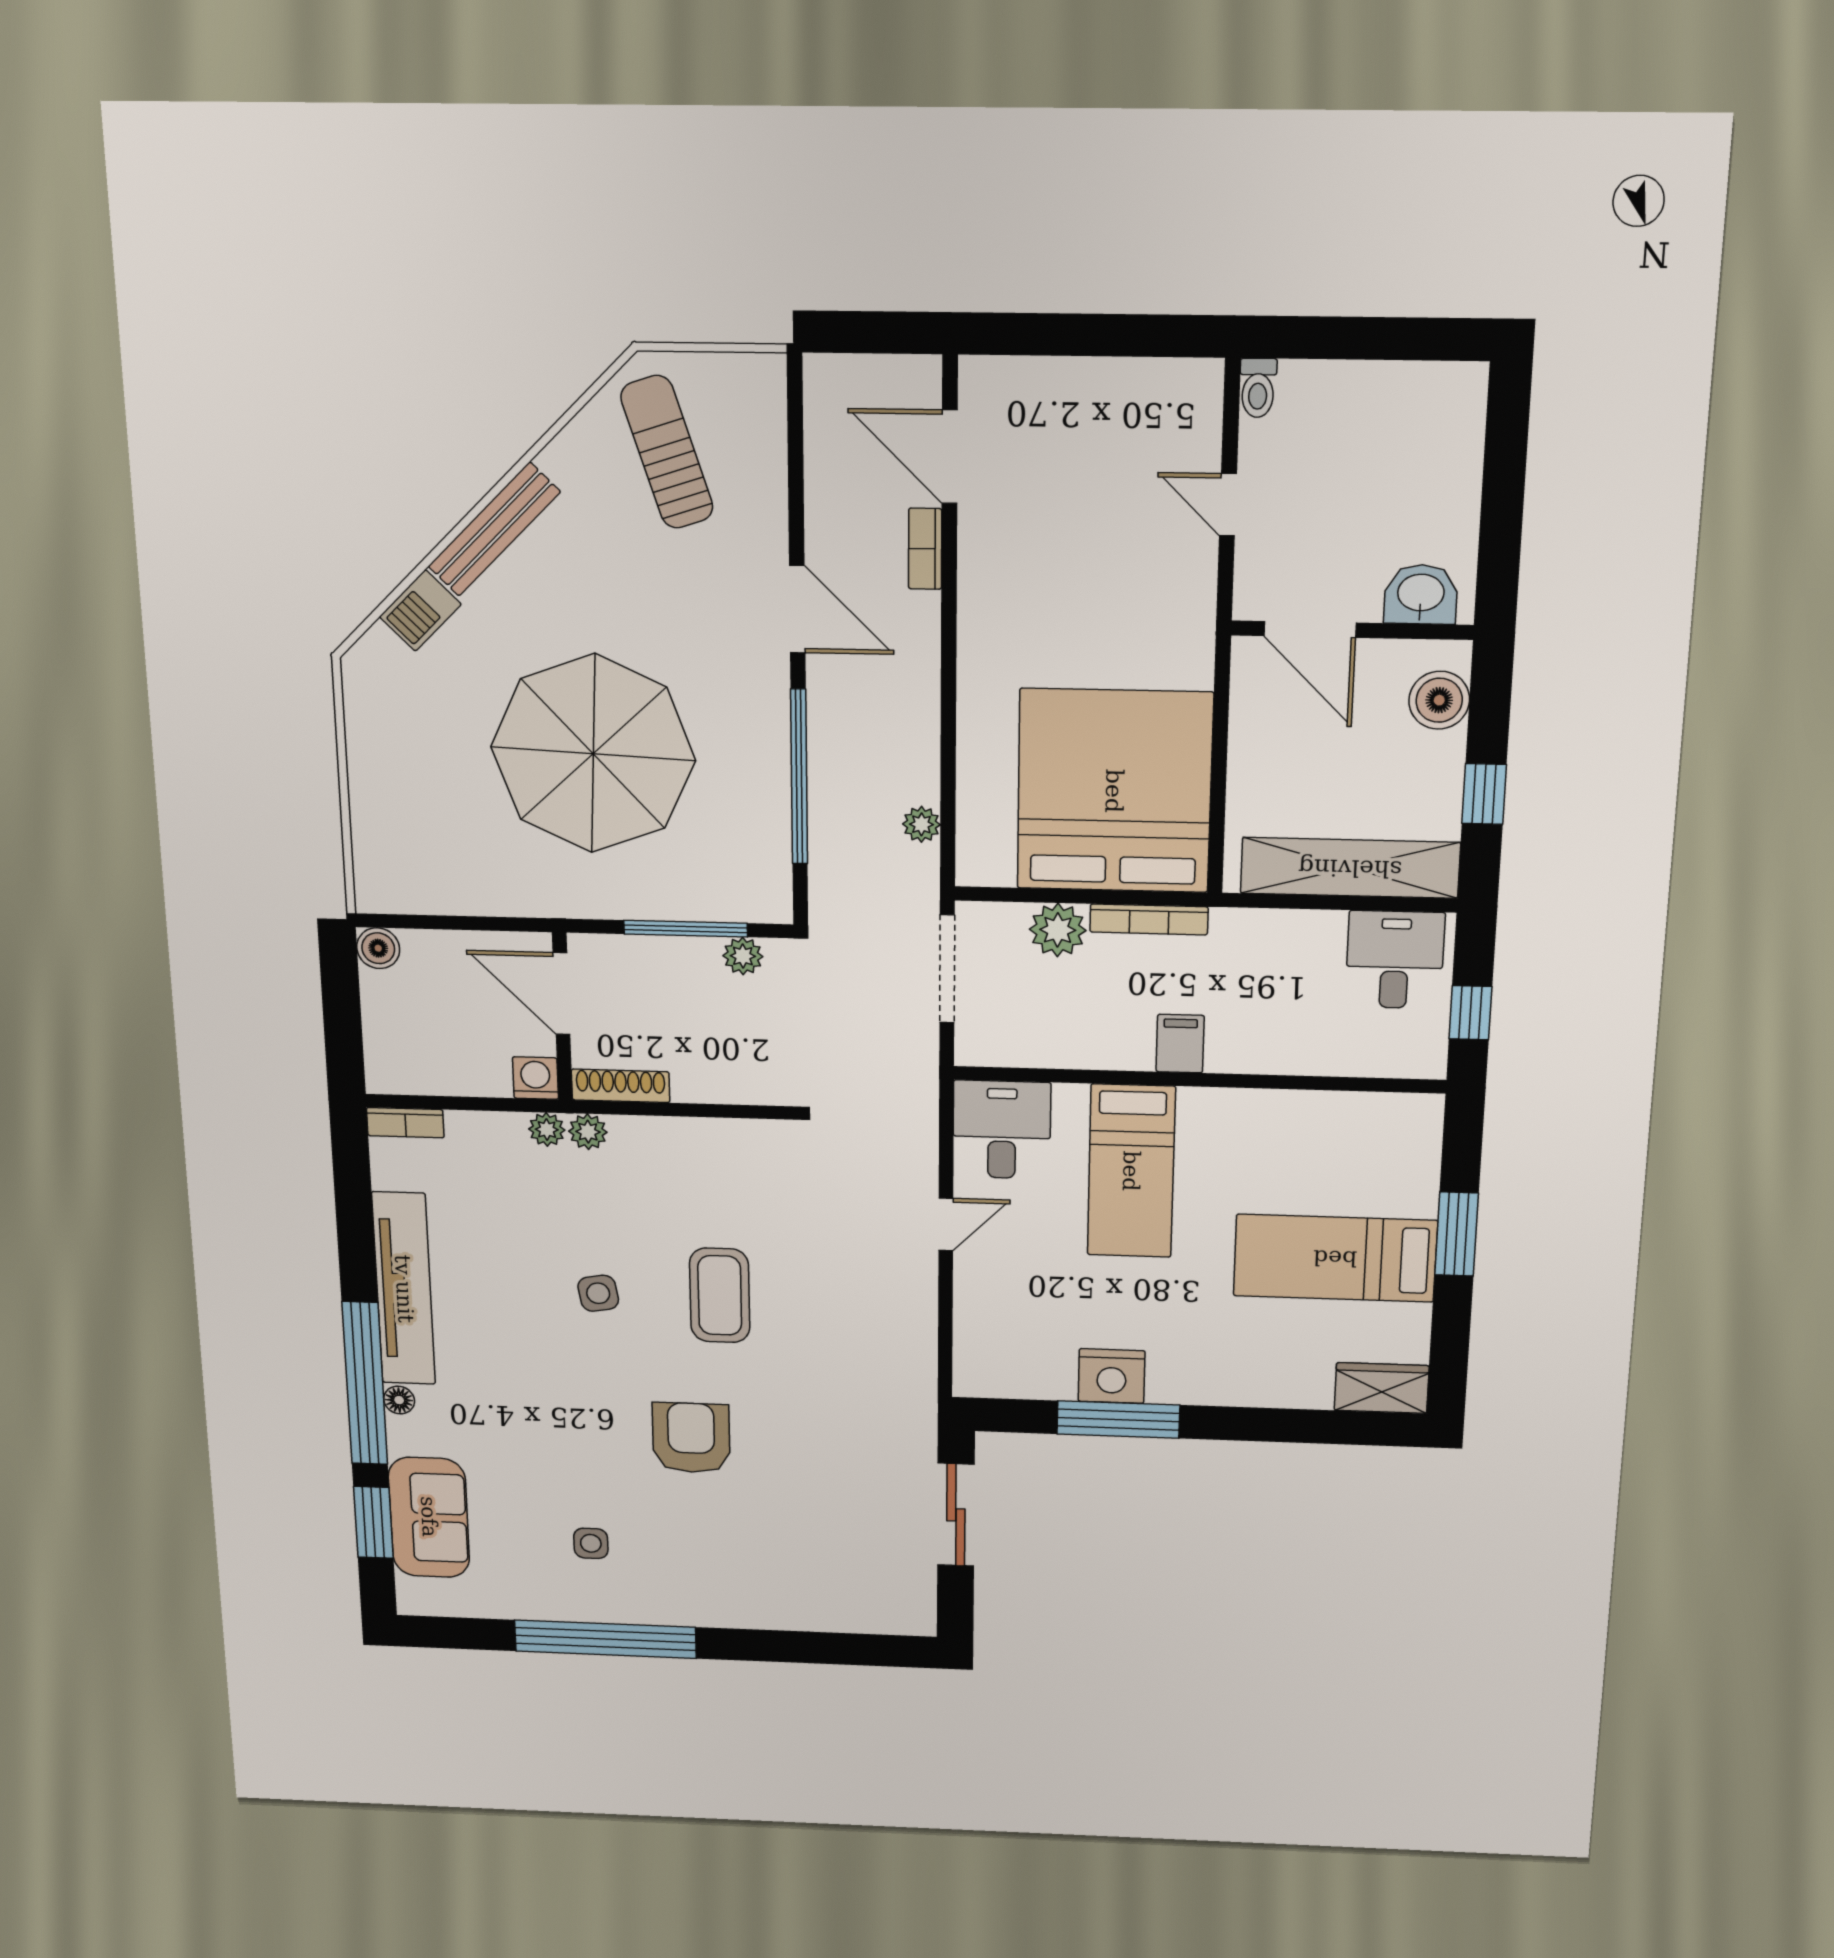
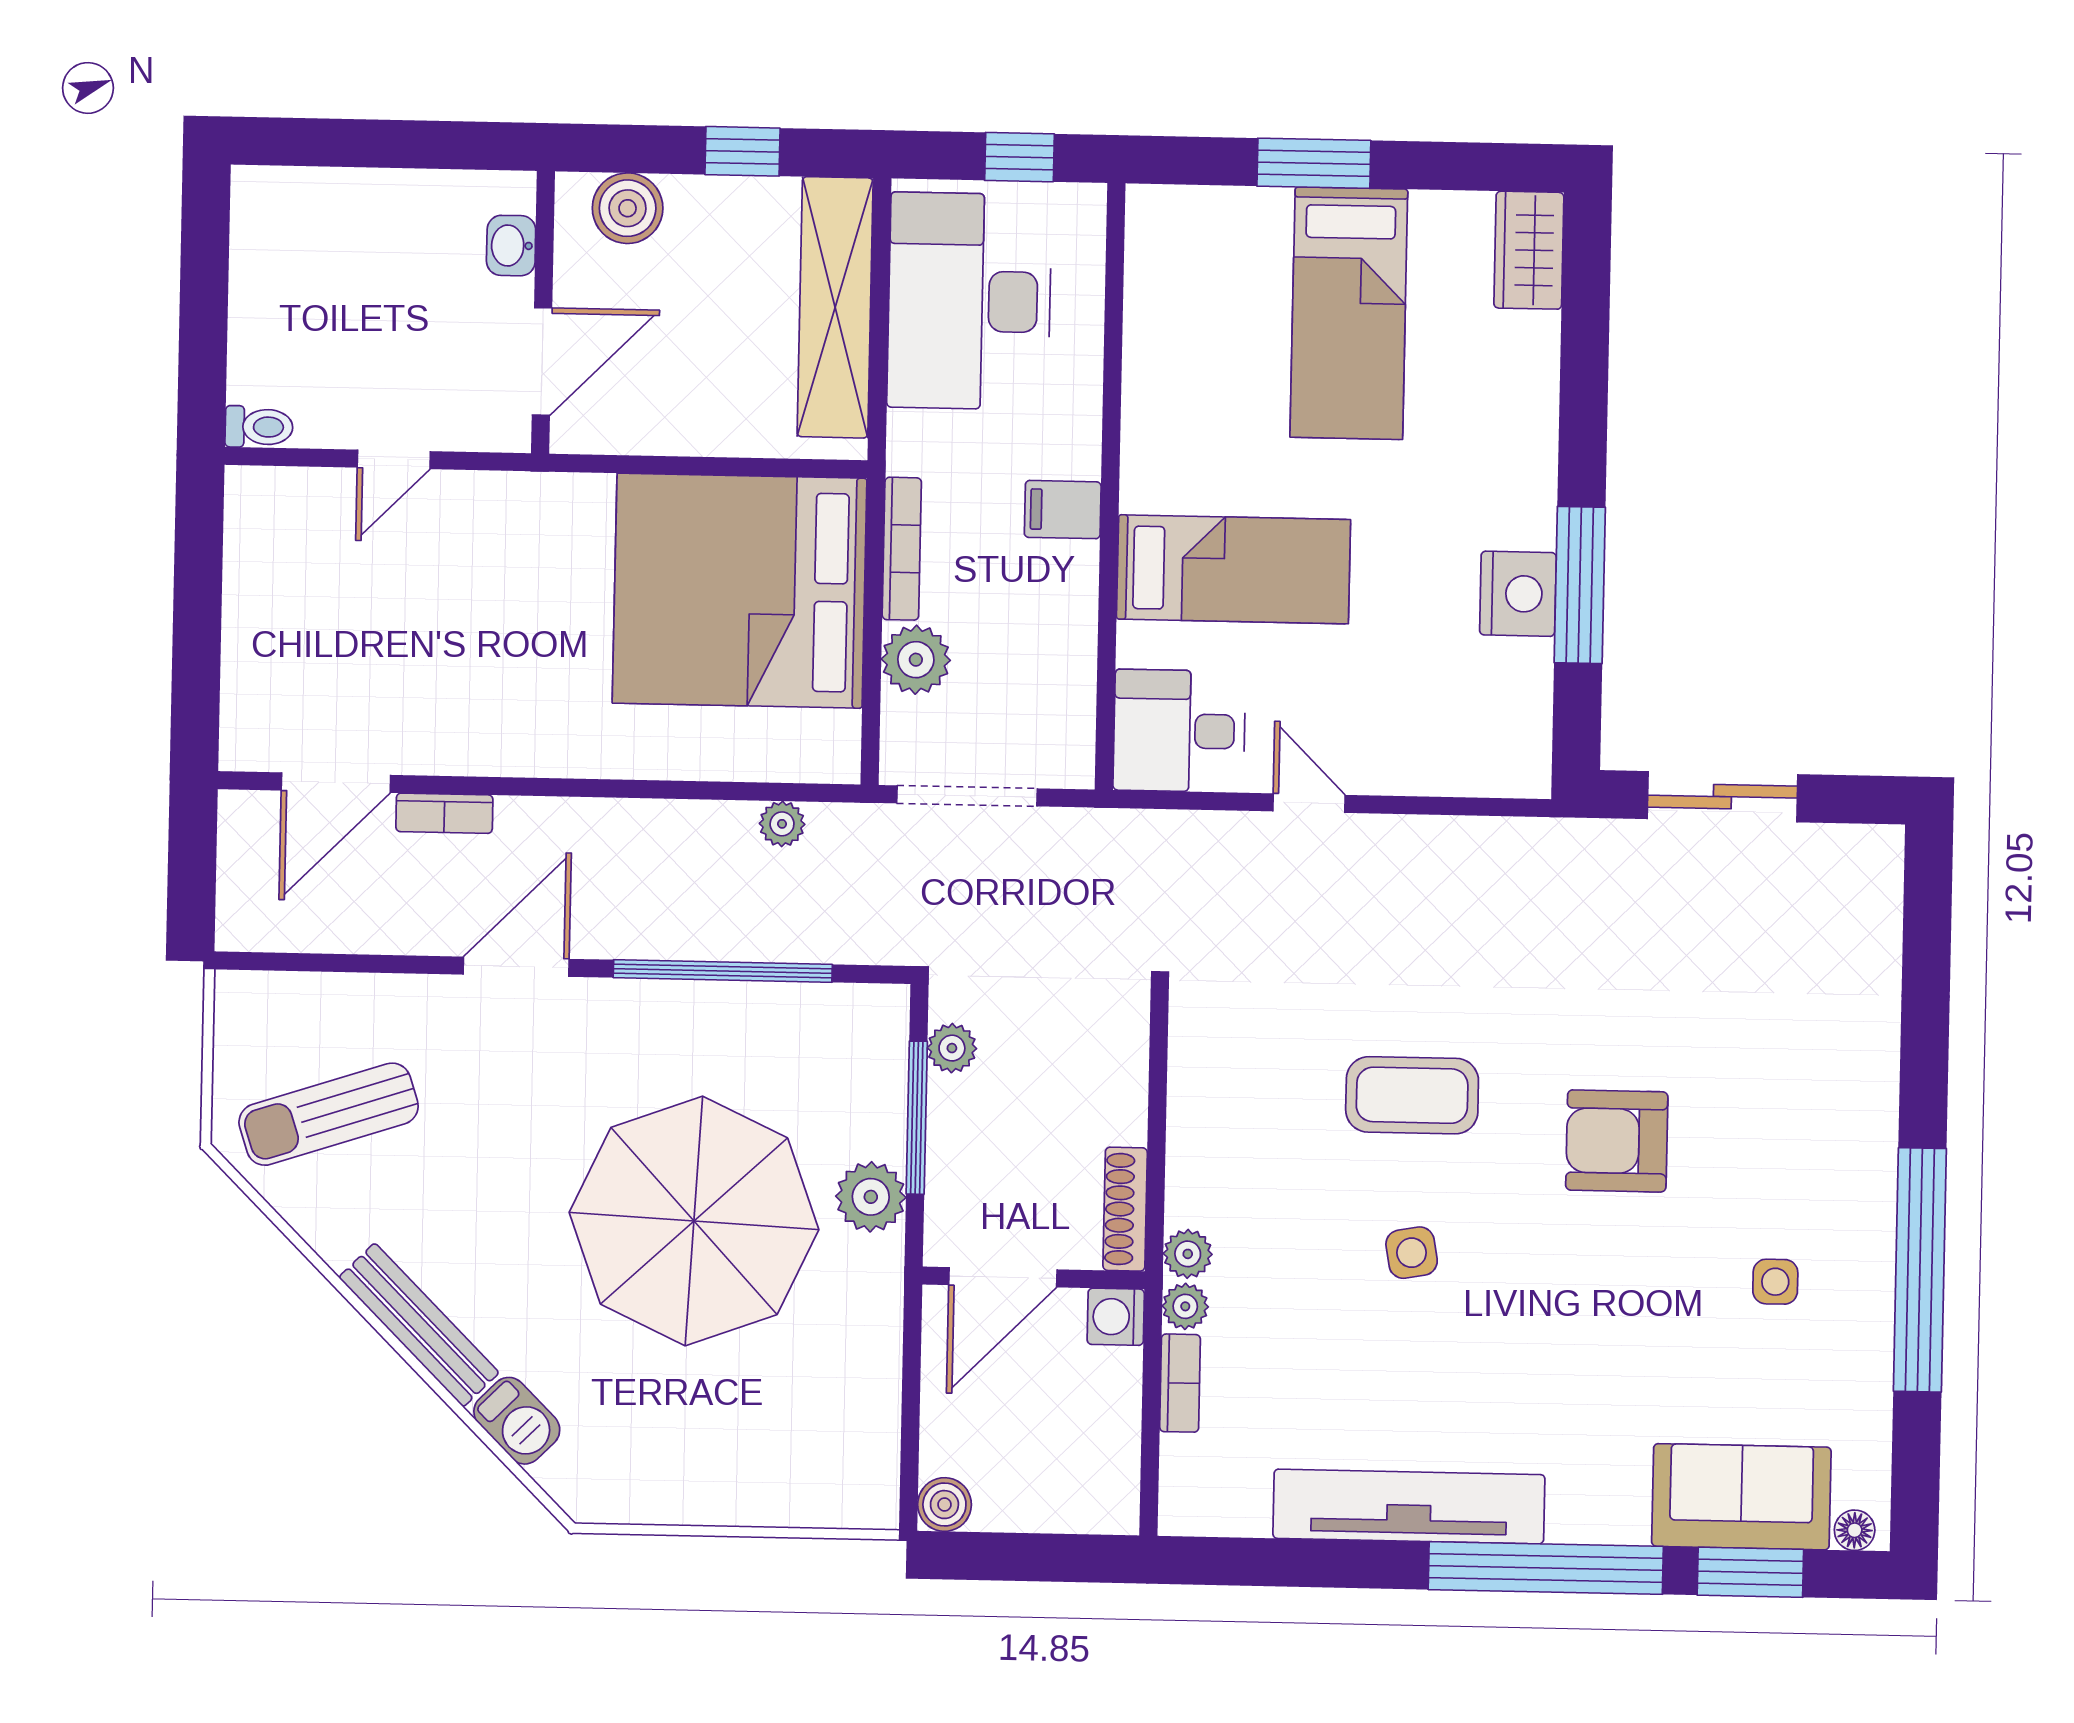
washbasin: (1421, 594) -> (511, 246), width x0.72, depth x0.69
plant: (620, 893) -> (871, 1197), added
desk: (1395, 960) -> (969, 301), width x1.87, depth x1.30
bookcase: (405, 1123) -> (1180, 1383), moved
floor lamp: (399, 1400) -> (1855, 1530), moved

